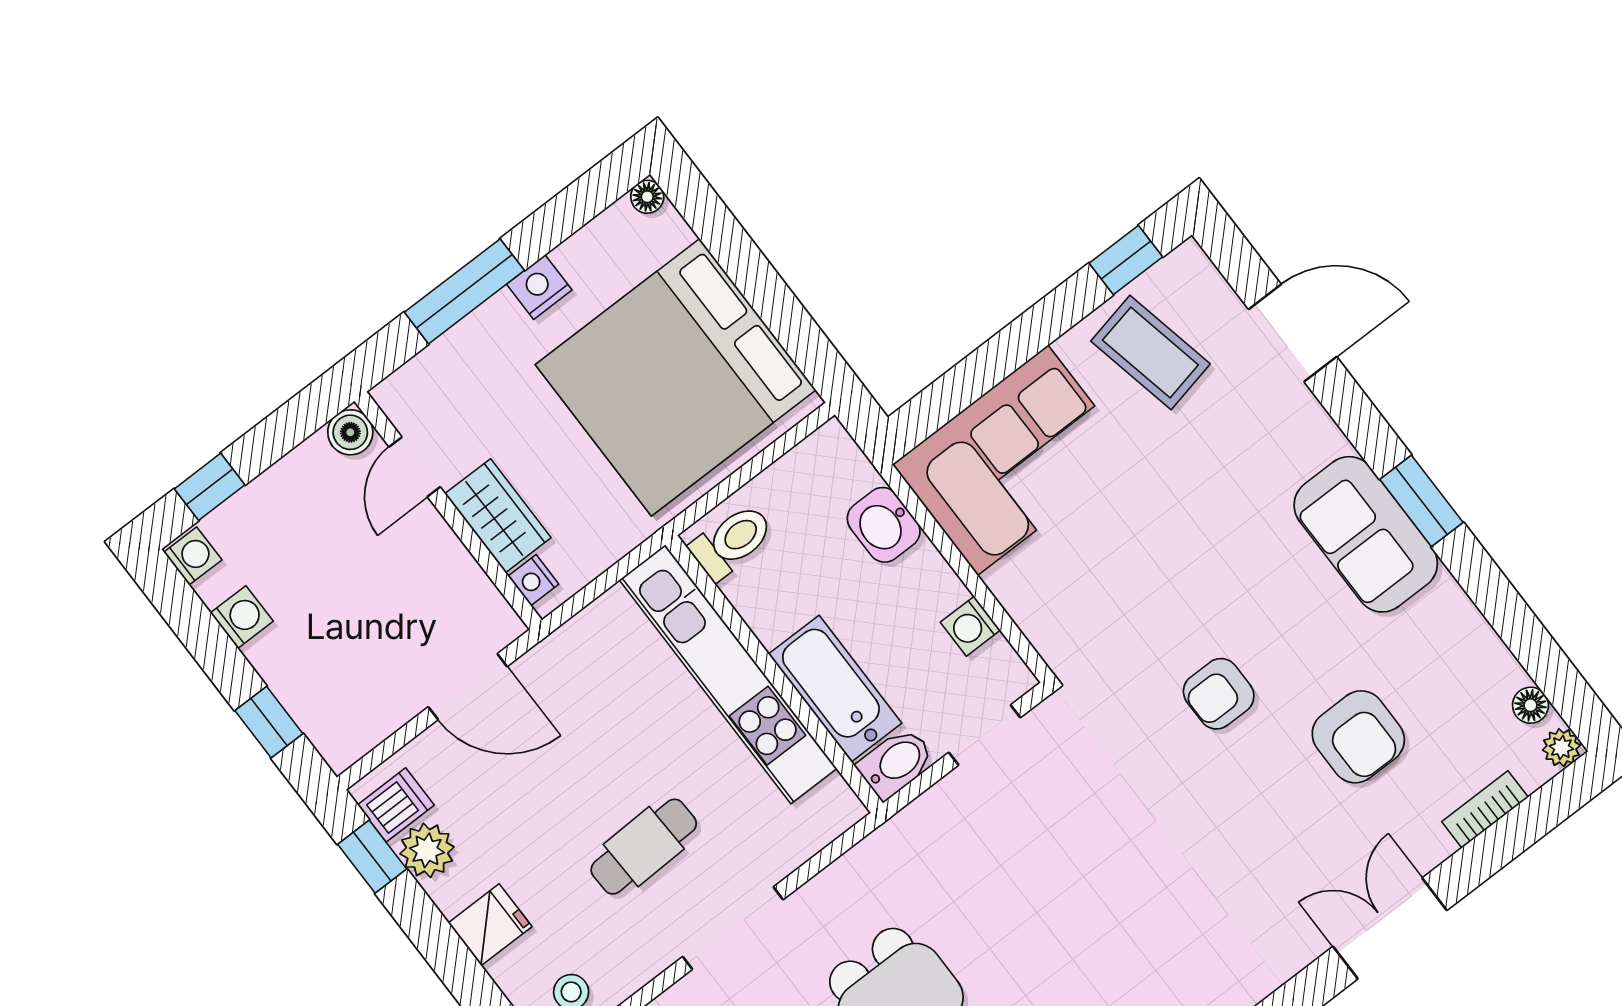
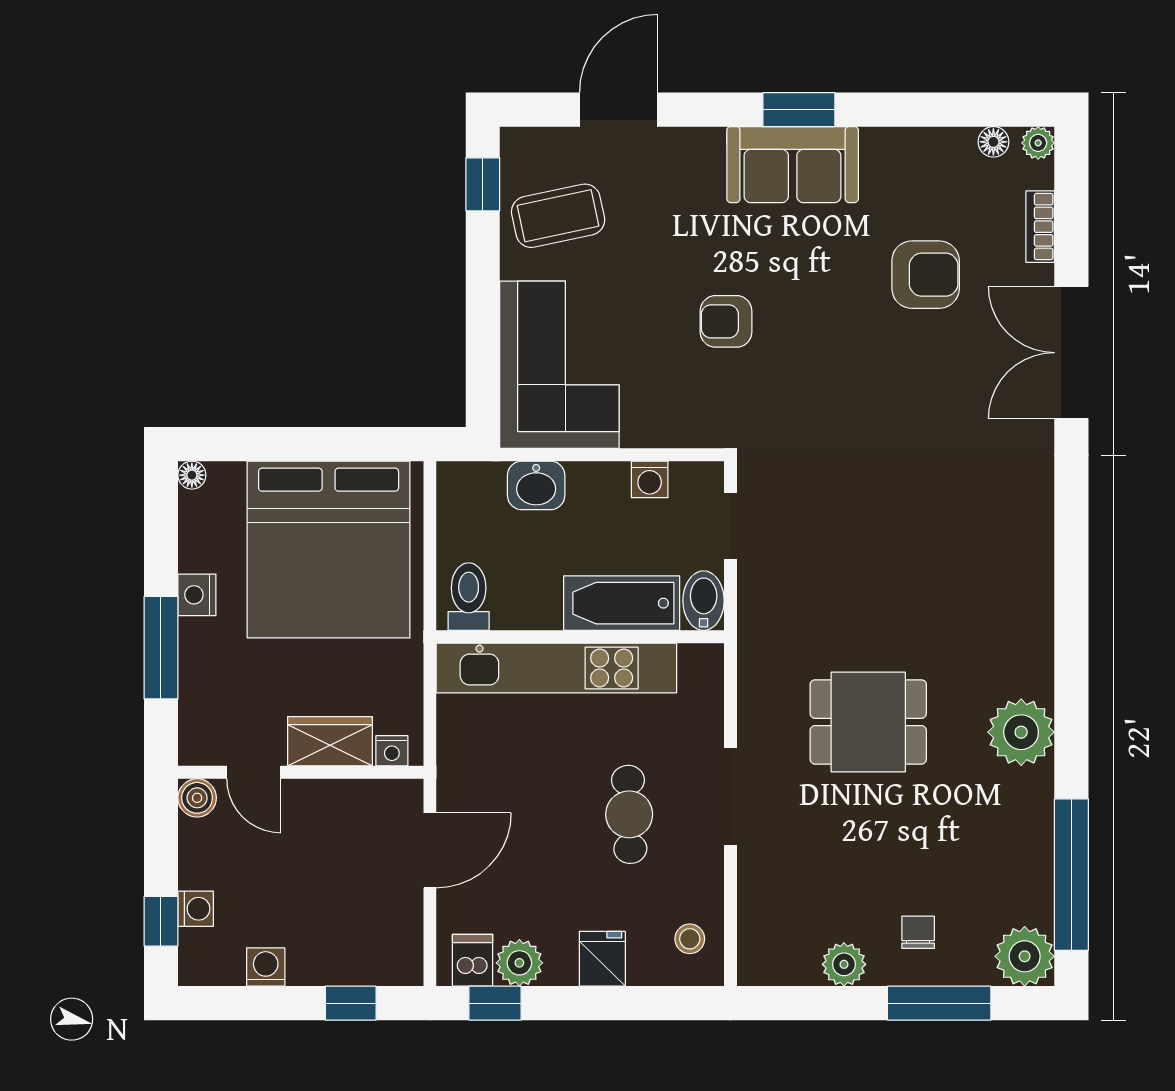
washing machine: (193, 556) -> (196, 909), moved, turned 90
armchair: (1219, 694) -> (726, 321), moved, turned 90
double door: (1390, 928) -> (1071, 353), width x1.37

